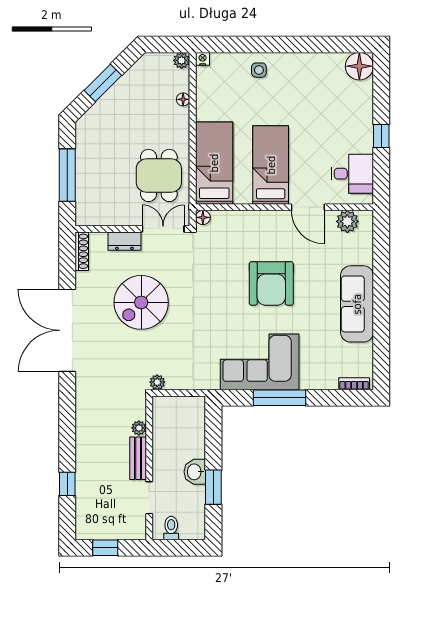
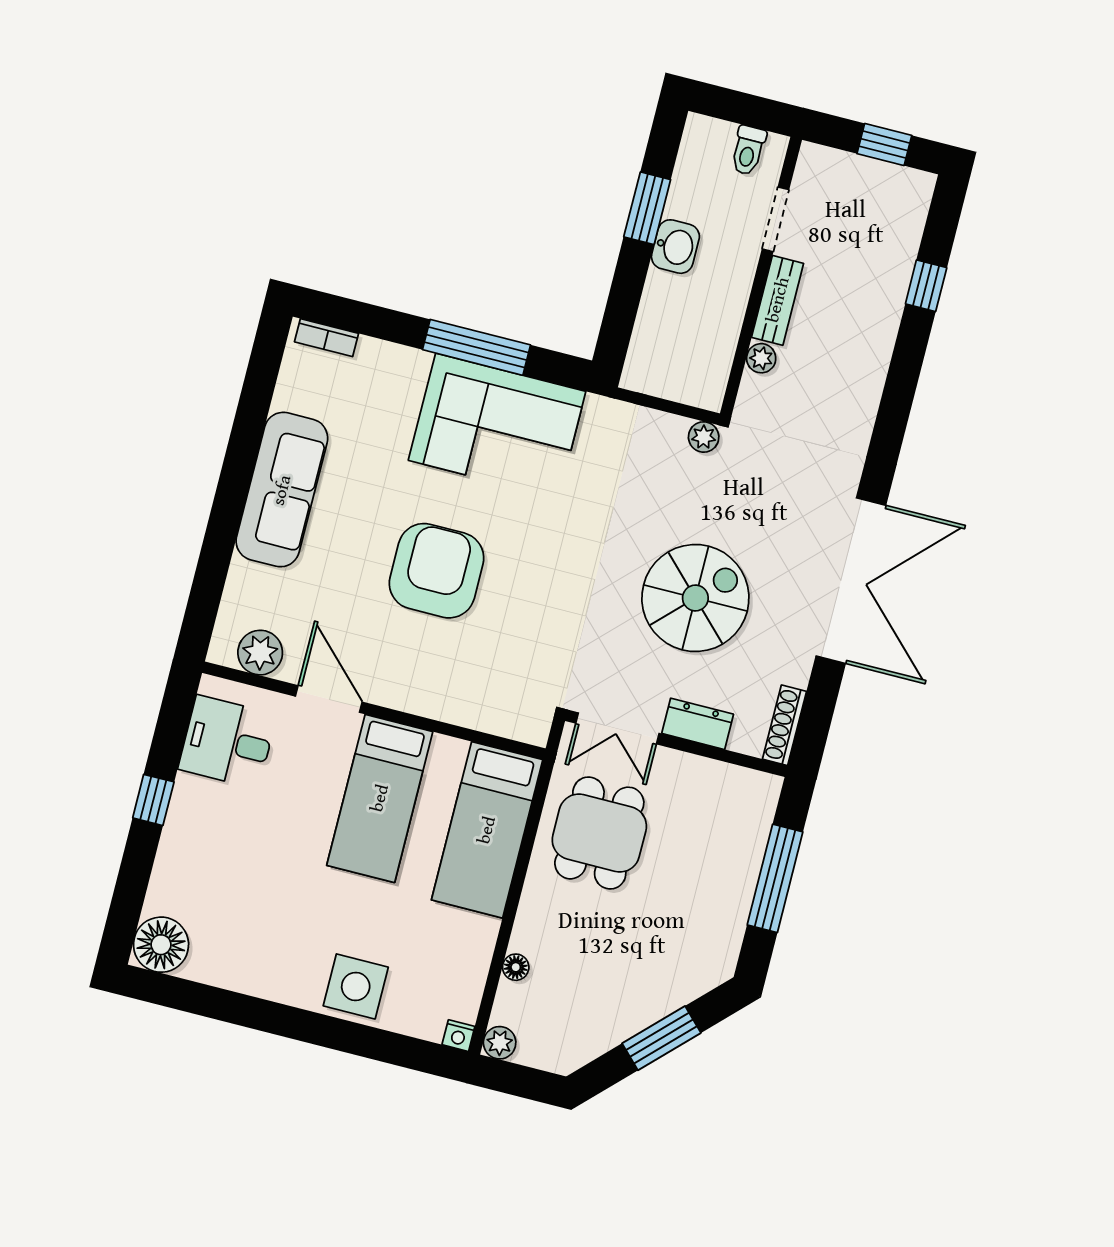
side table: (259, 70) -> (356, 986), width x1.87, depth x1.87
floor lamp: (203, 217) -> (535, 731), removed

